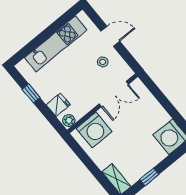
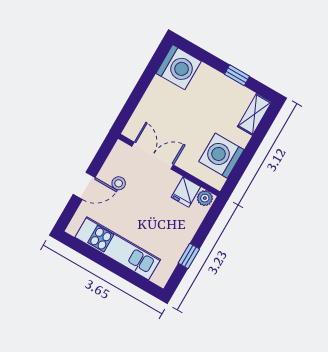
door: (110, 36) -> (84, 186), swing flipped
fridge: (58, 105) -> (186, 192), moved, turned -90
washing machine: (94, 130) -> (221, 156), moved, turned -90

